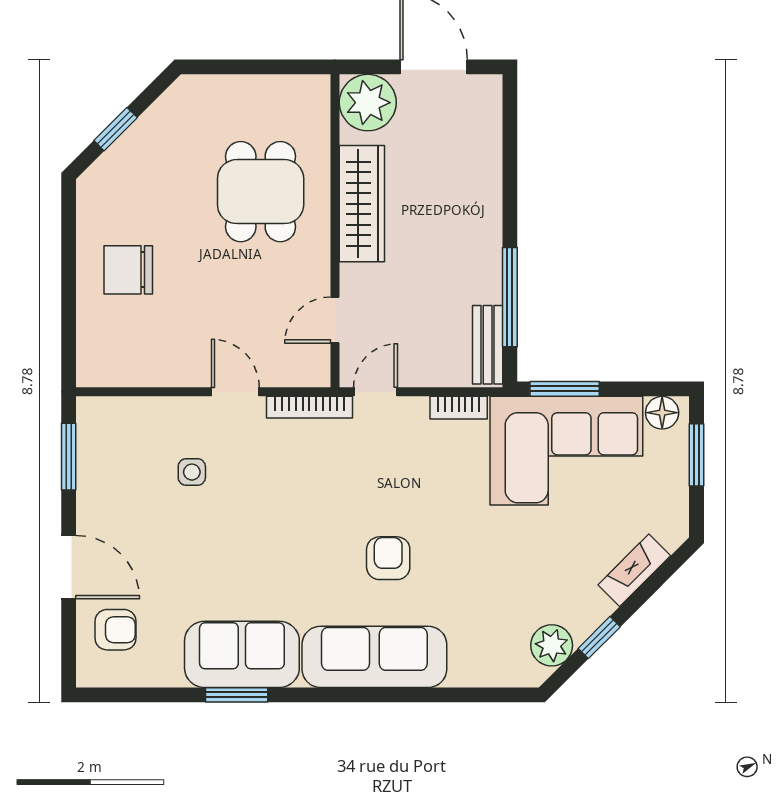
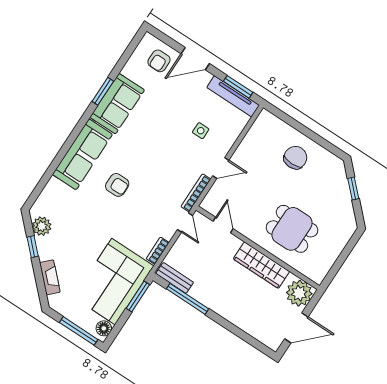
tv unit: (92, 454) -> (233, 96), added
window: (697, 455) -> (79, 331), width x1.44

